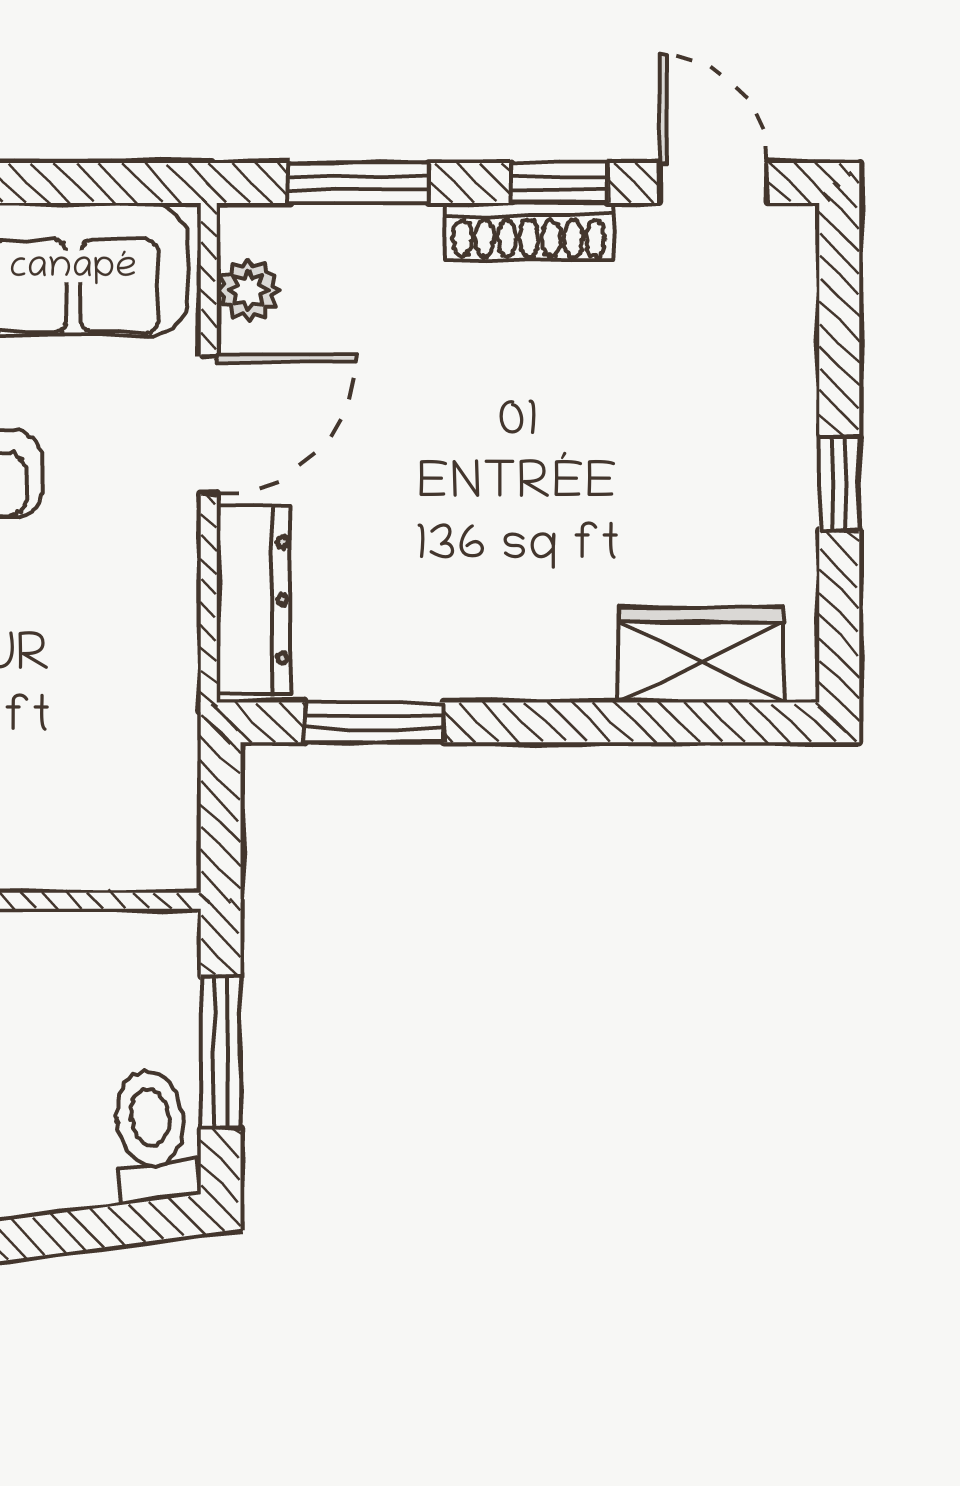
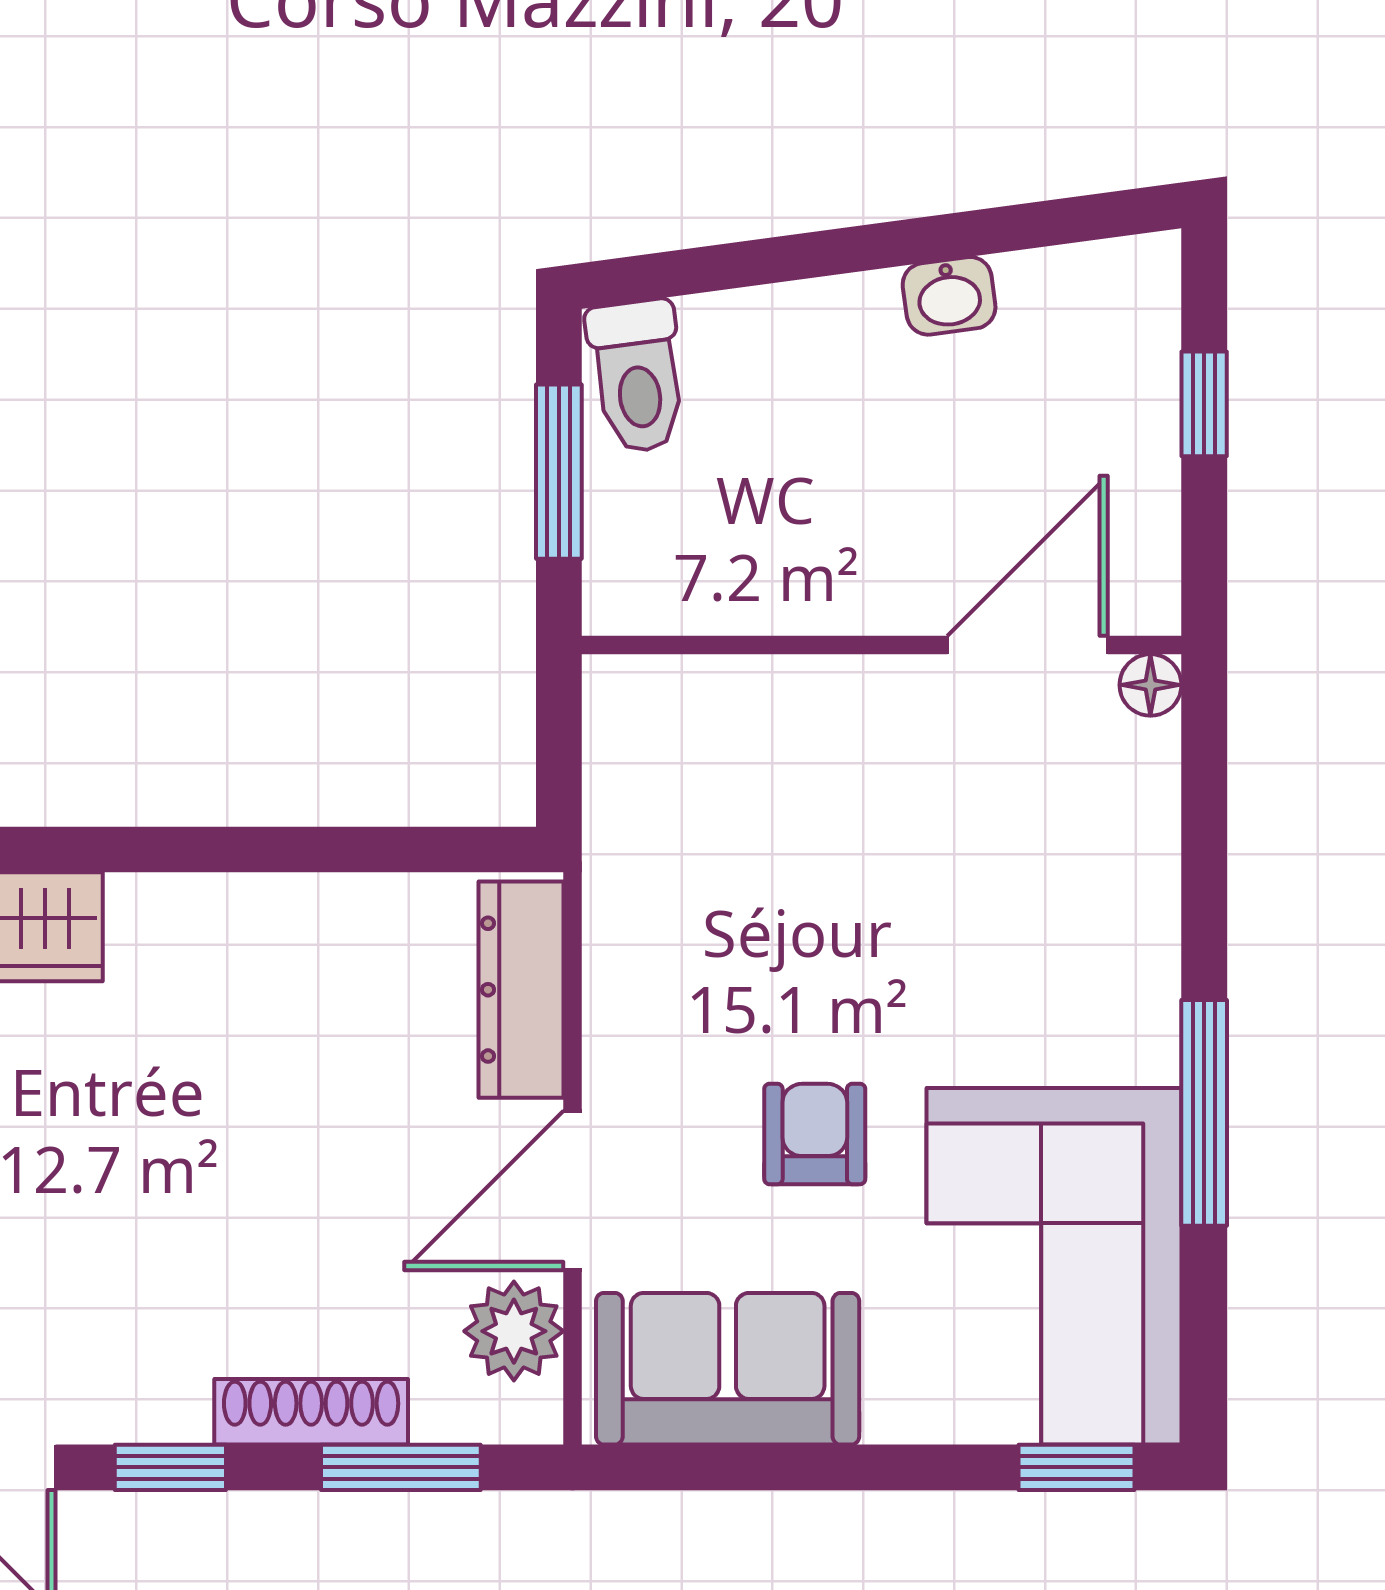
shoe rack: (529, 232) -> (311, 1412), moved
plant: (248, 290) -> (514, 1331), width x1.38, depth x1.38
window: (374, 722) -> (383, 849), removed

